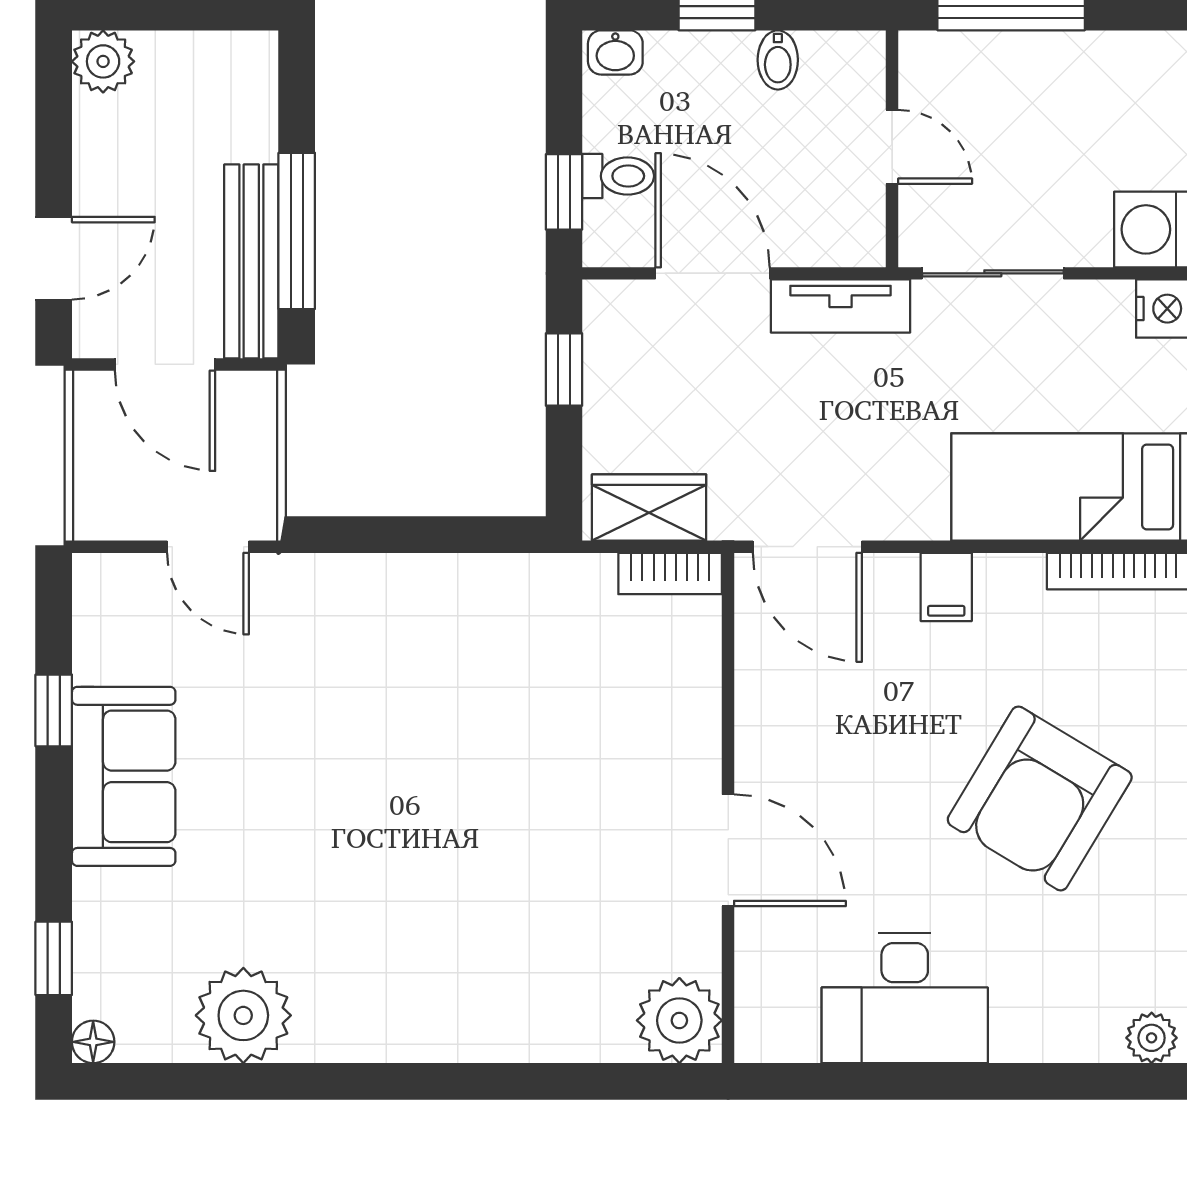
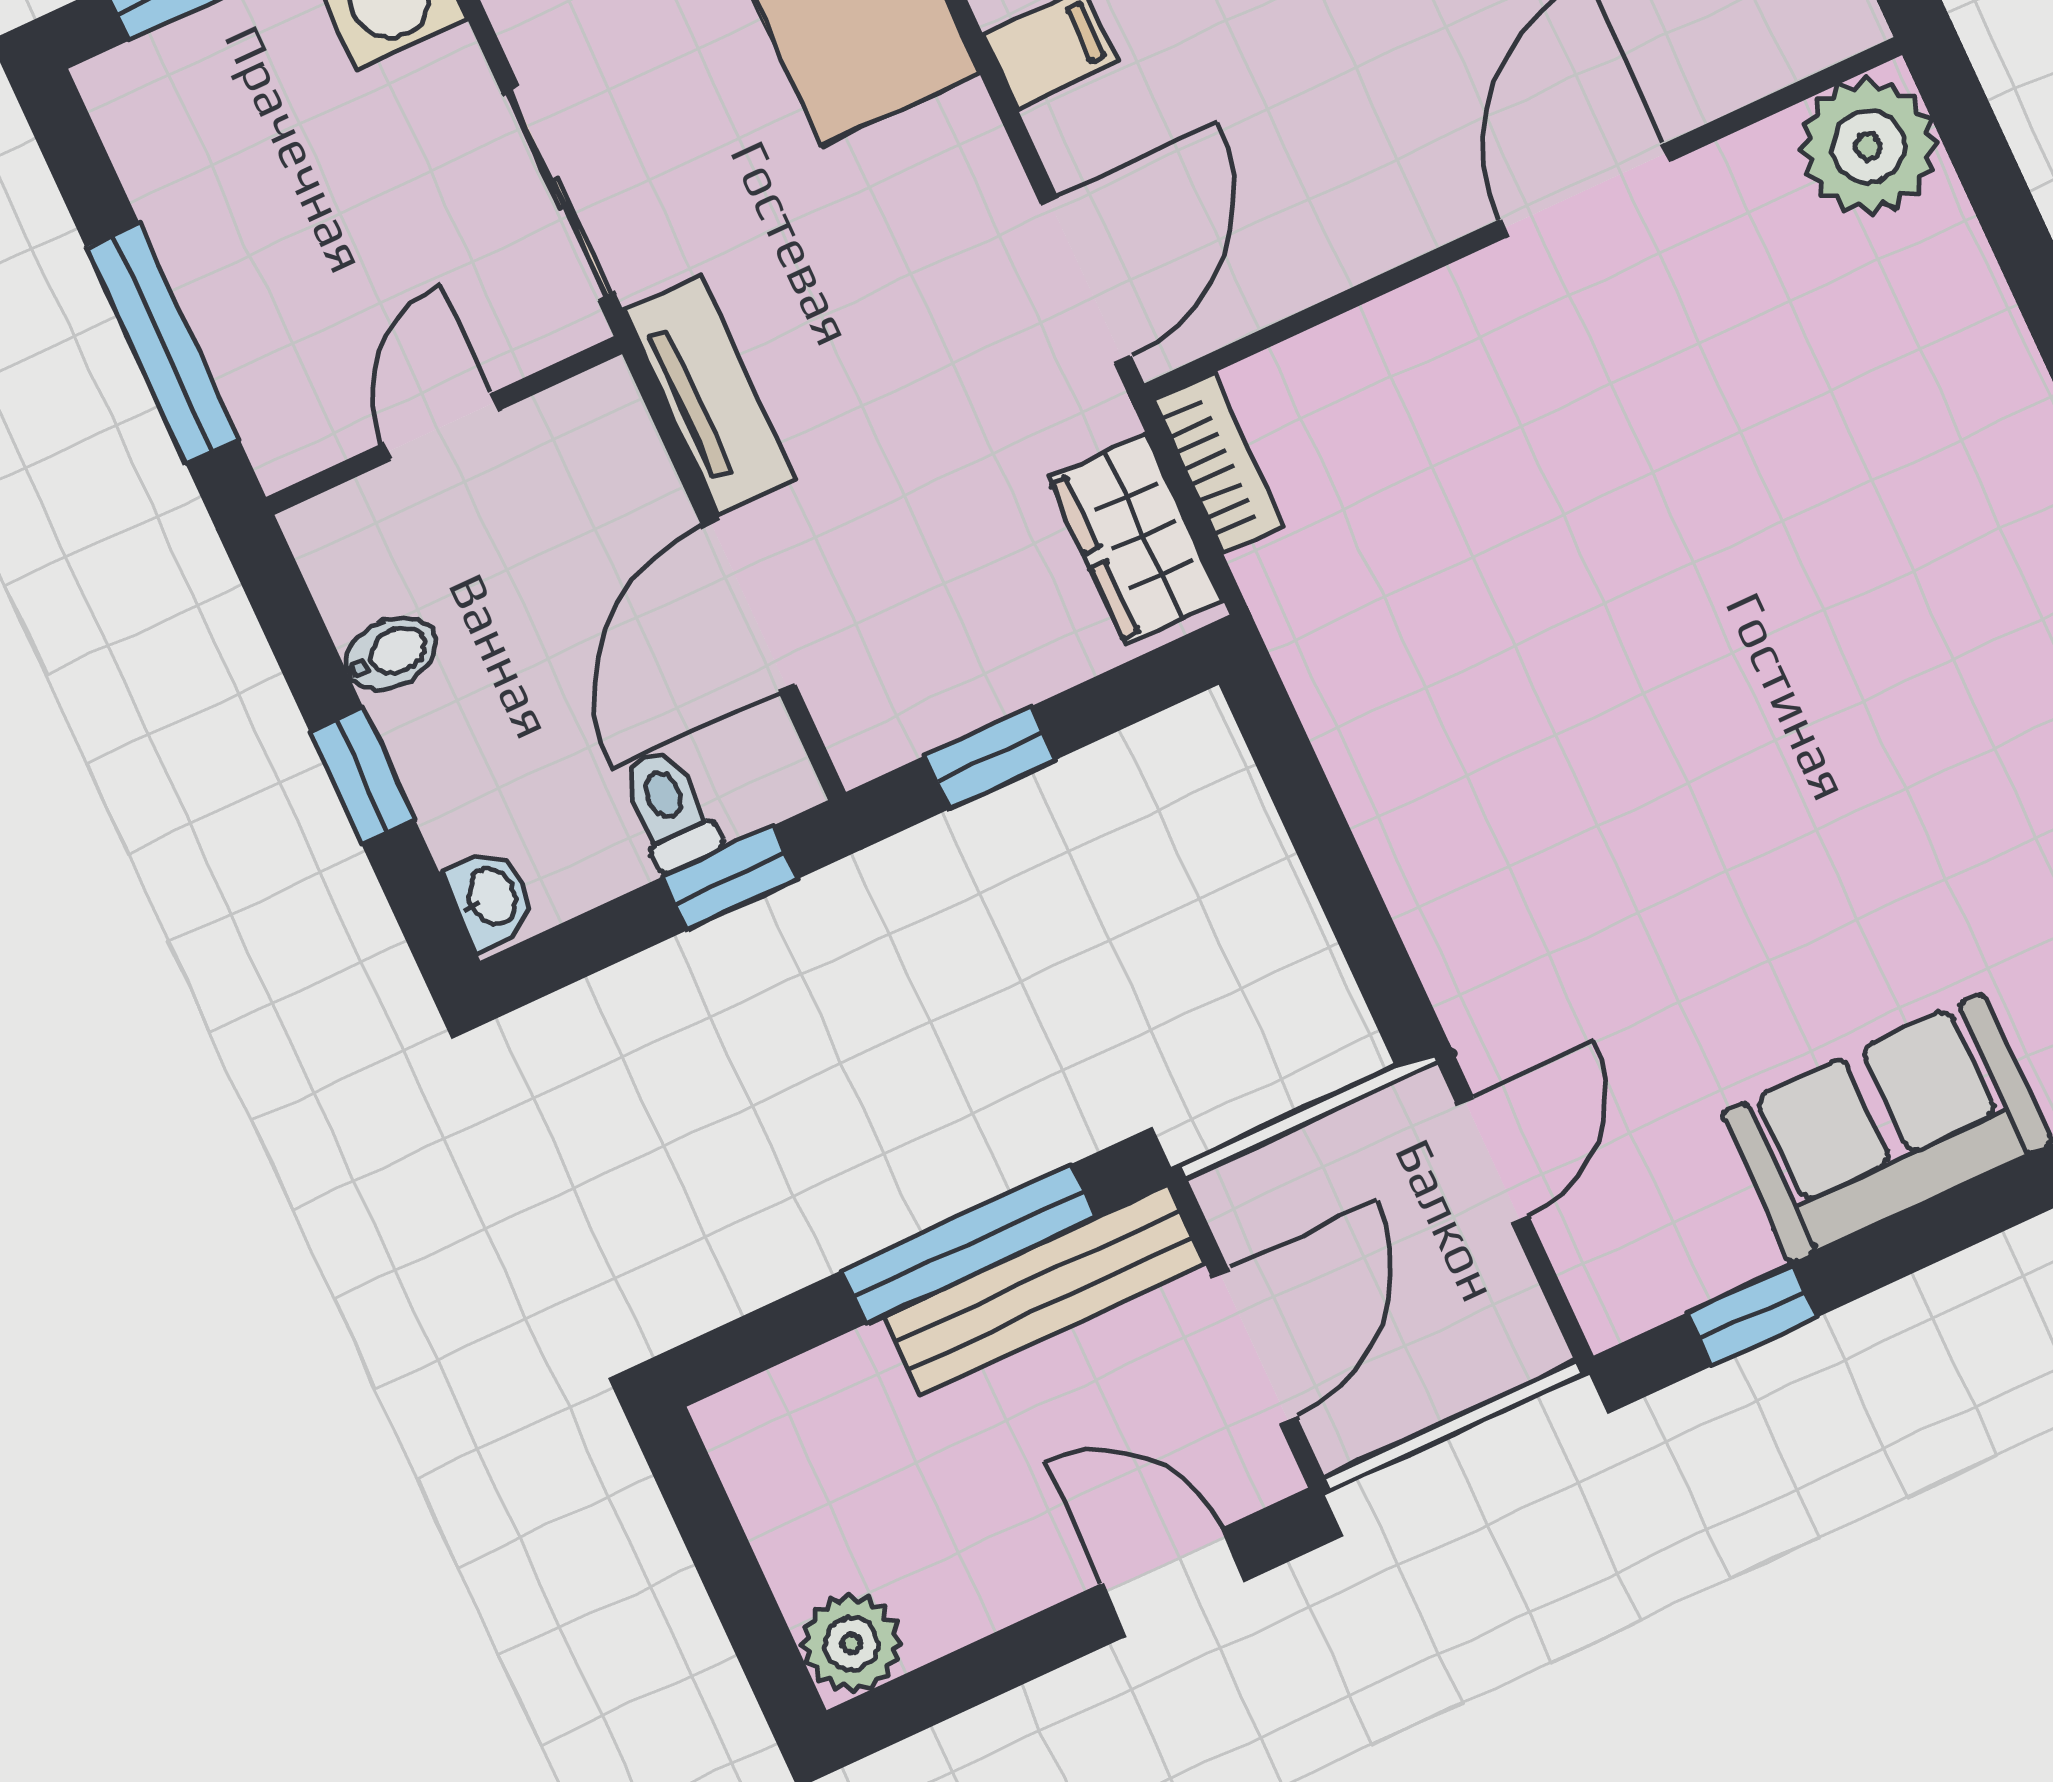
window: (54, 710) -> (1752, 1315), moved

